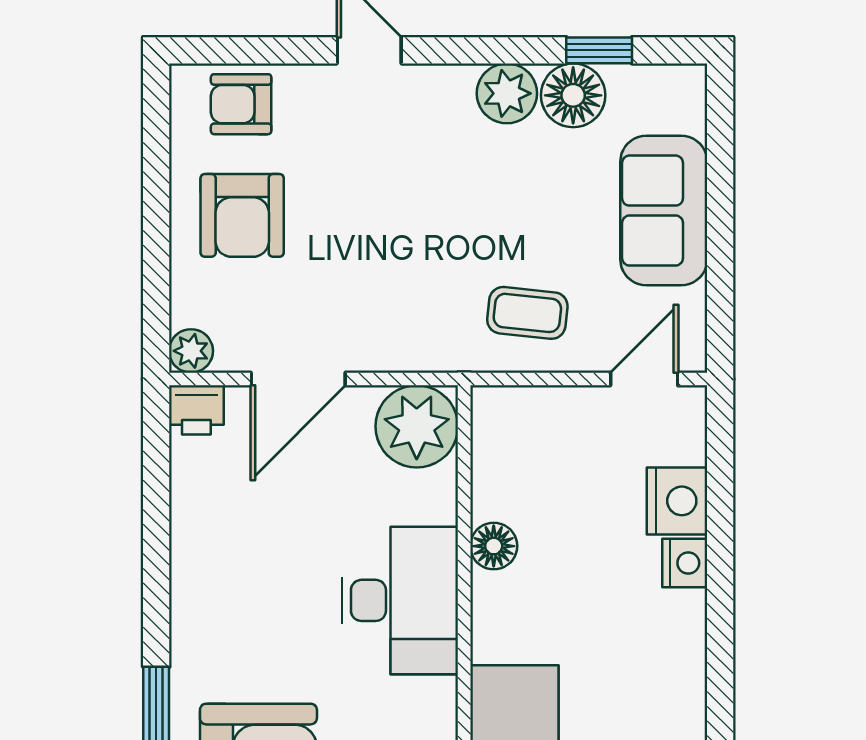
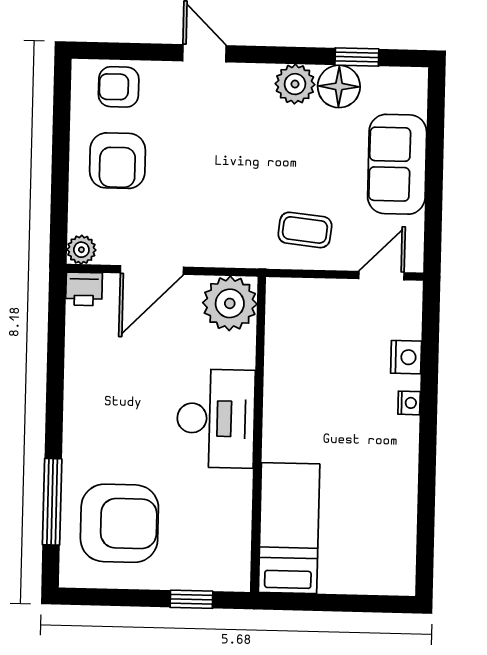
nightstand: (677, 501) -> (406, 357), width x0.74, depth x0.75
floor lamp: (494, 546) -> (279, 384), removed
nightstand: (685, 563) -> (409, 403), width x0.72, depth x0.74

